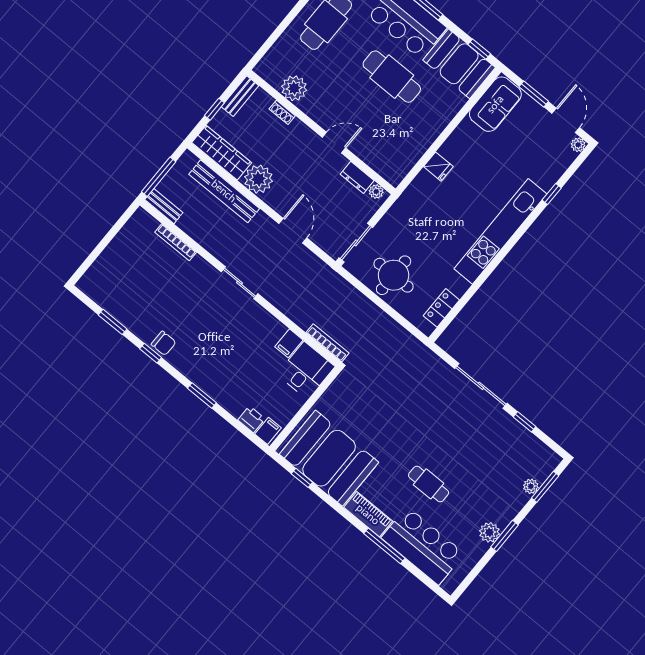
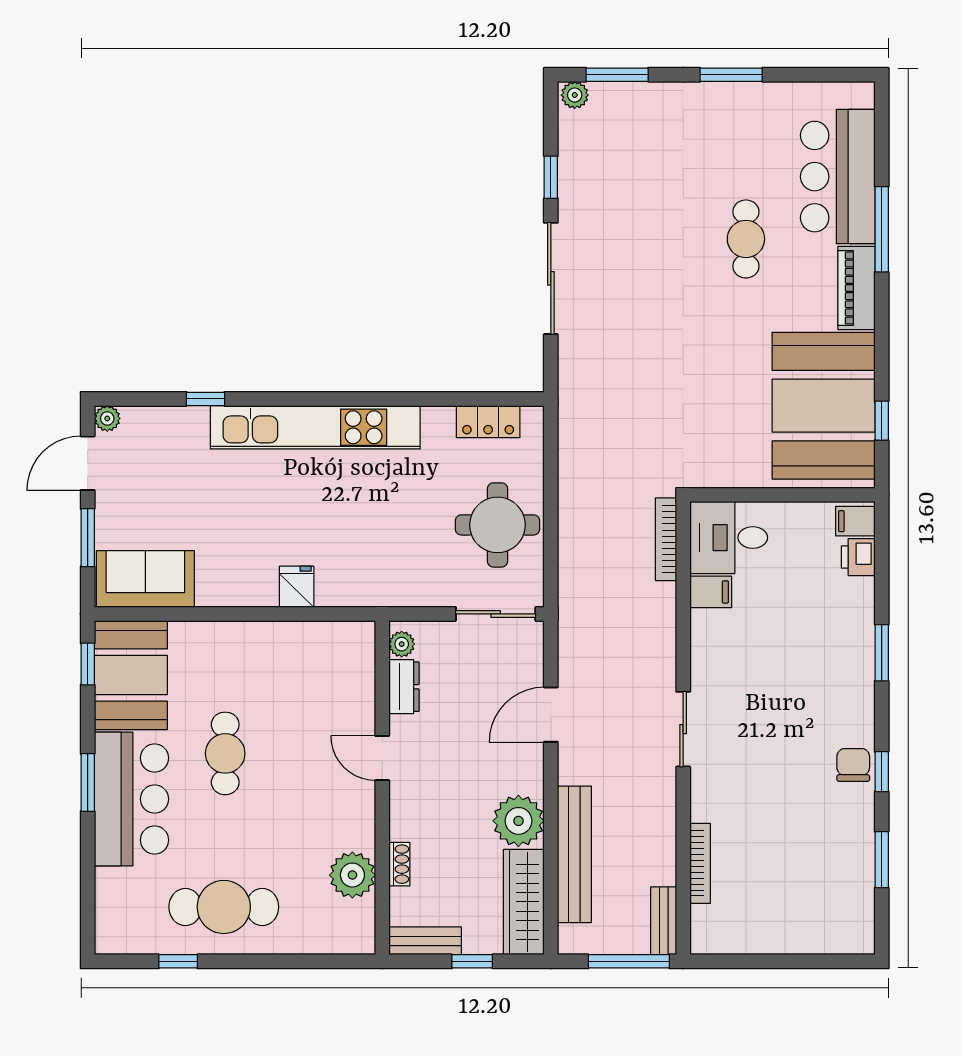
cafe table: (392, 77) -> (225, 753), width x0.73, depth x0.74
plant: (531, 486) -> (575, 95), moved
plant: (489, 532) -> (743, 100), removed

